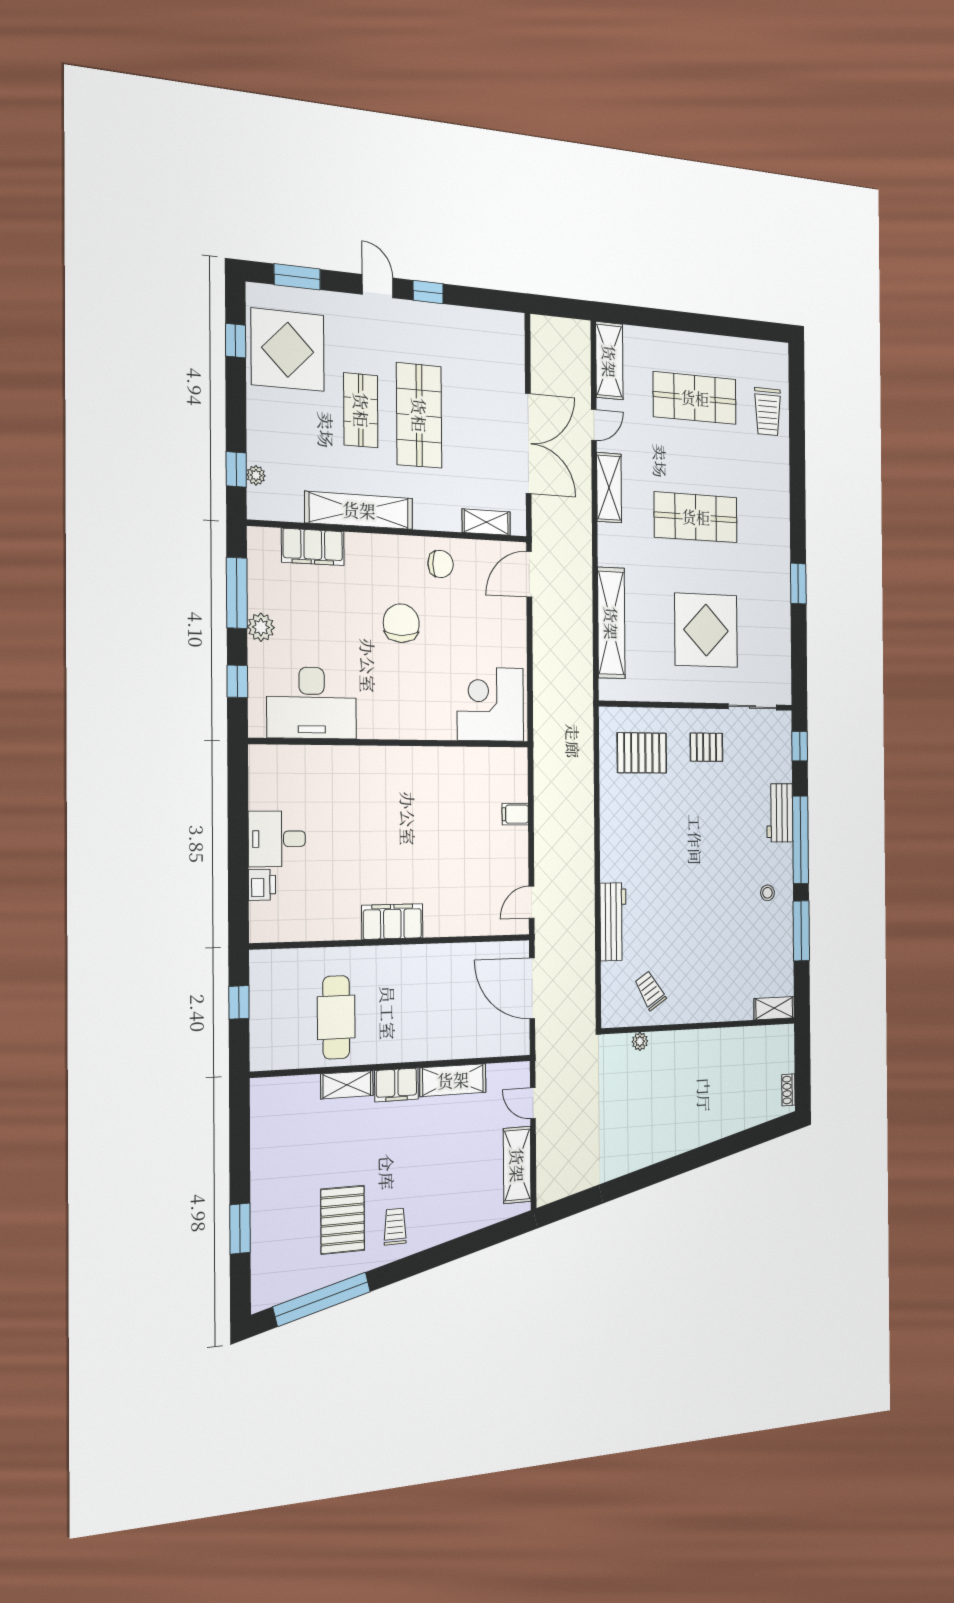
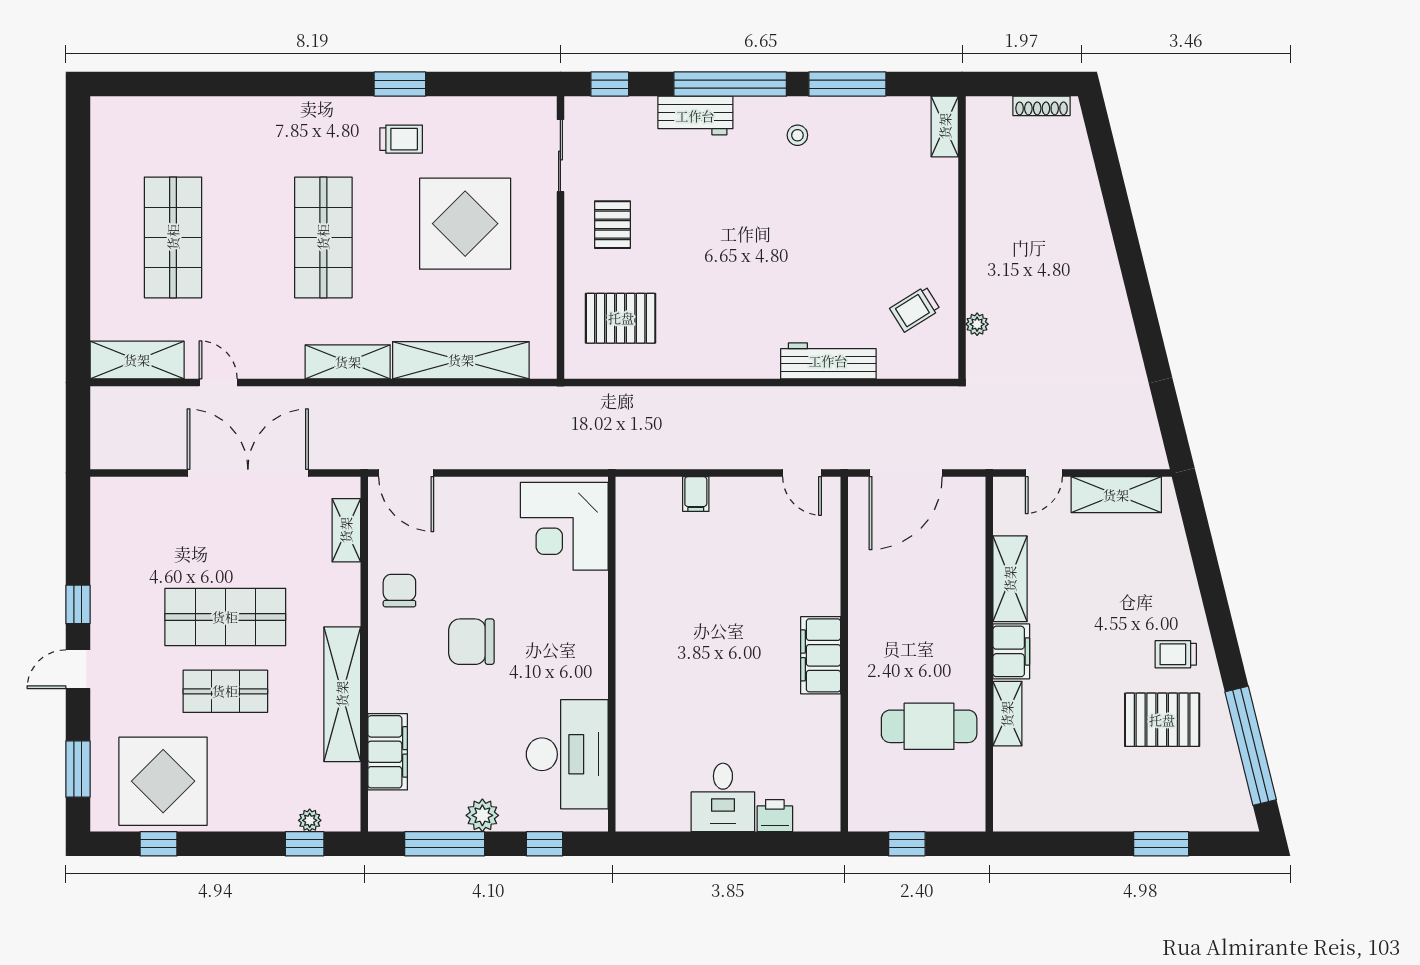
trolley: (768, 412) -> (401, 139), moved, width x0.73, depth x0.72
shelving: (609, 488) -> (348, 362), moved
pallet: (642, 753) -> (621, 318), turned 90
shoe rack: (788, 1090) -> (1042, 106), width x1.43

